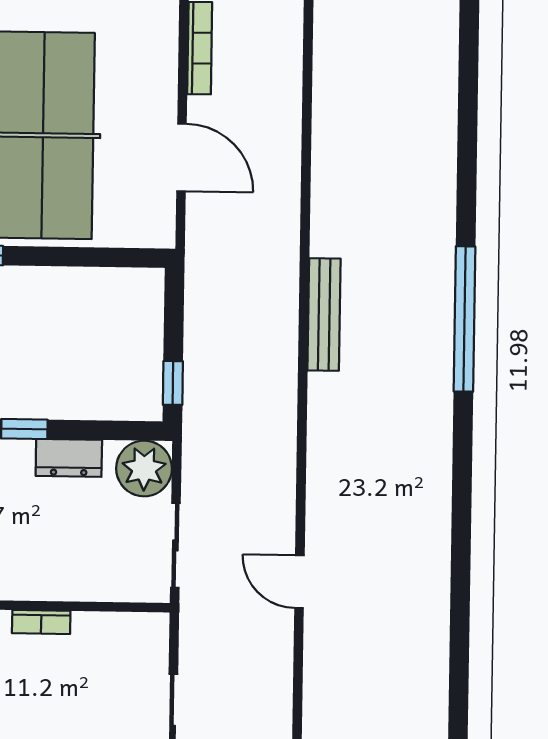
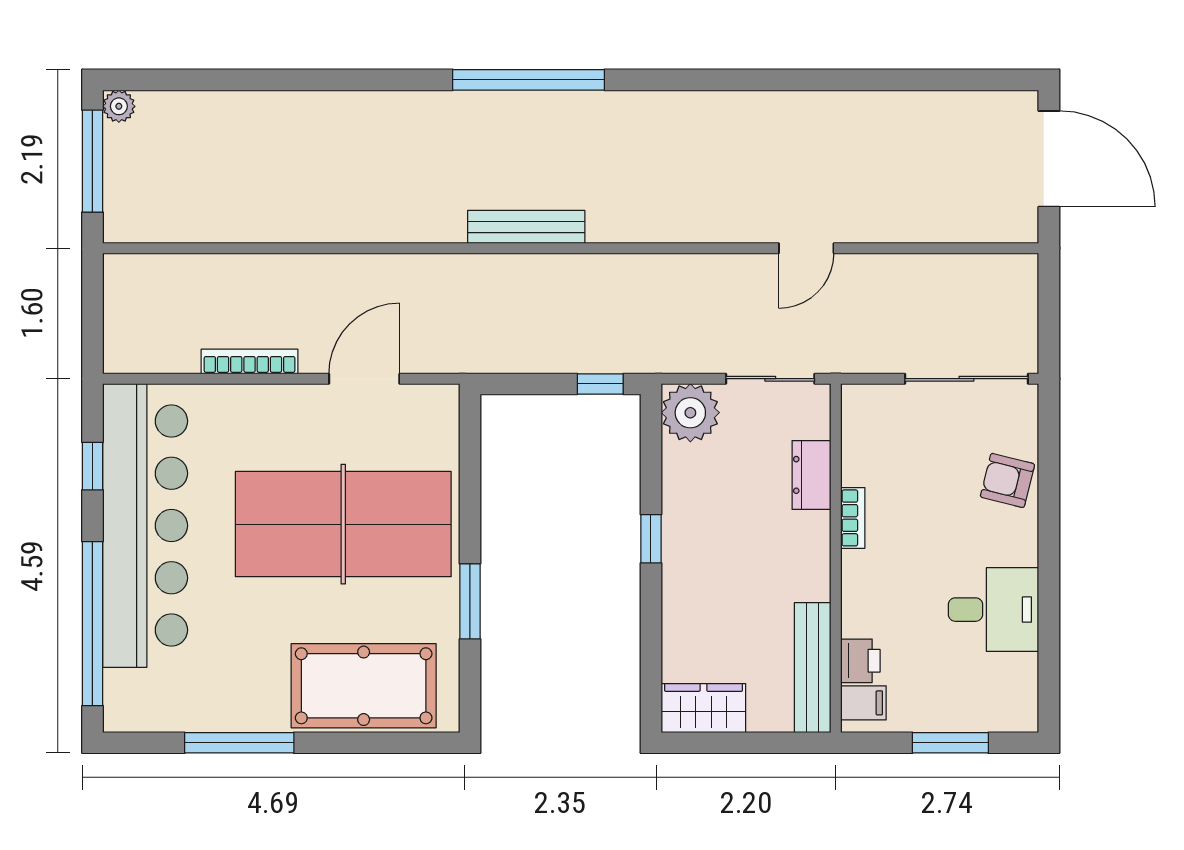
dresser: (69, 458) -> (811, 475), moved, turned 180

